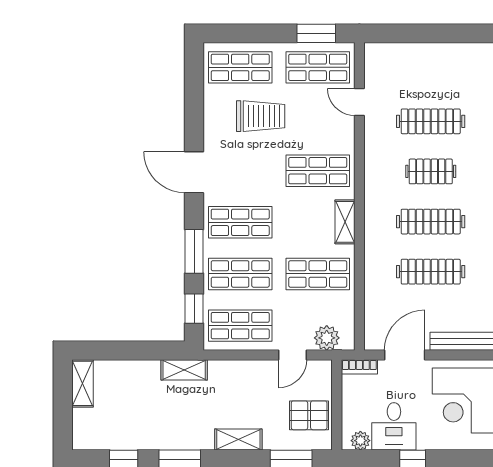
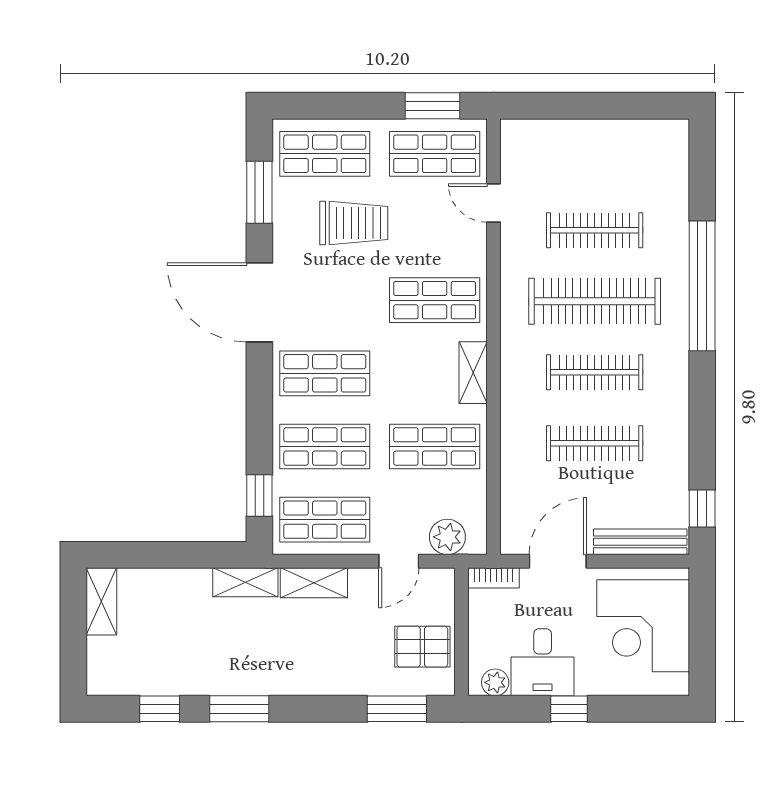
clothes rail: (431, 171) -> (595, 301), width x1.86, depth x1.31
door: (194, 172) -> (259, 302), width x1.36
window: (194, 251) -> (259, 192), moved
shelving: (238, 440) -> (314, 583), moved

